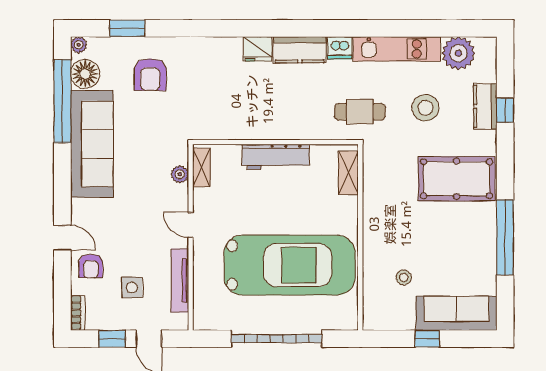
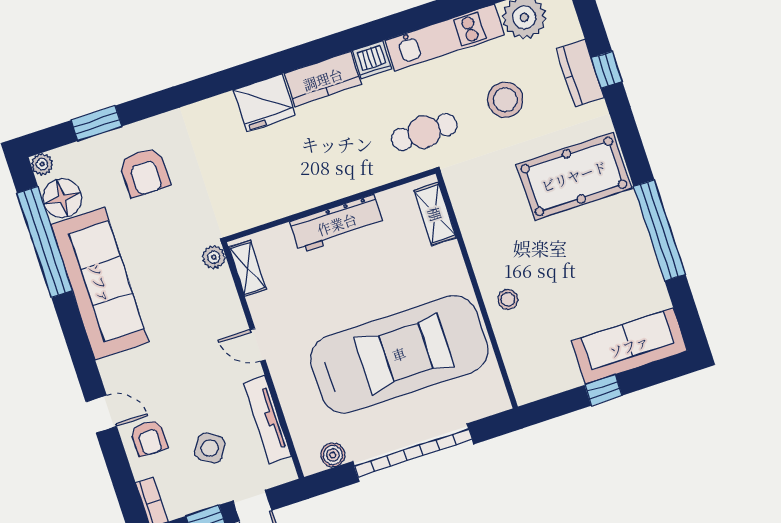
fridge: (258, 49) -> (264, 103), width x1.36, depth x1.34
plant: (180, 174) -> (214, 257), moved
stool: (404, 278) -> (508, 299), moved
side table: (132, 287) -> (210, 448), turned 33
boiler: (218, 321) -> (333, 455), added

